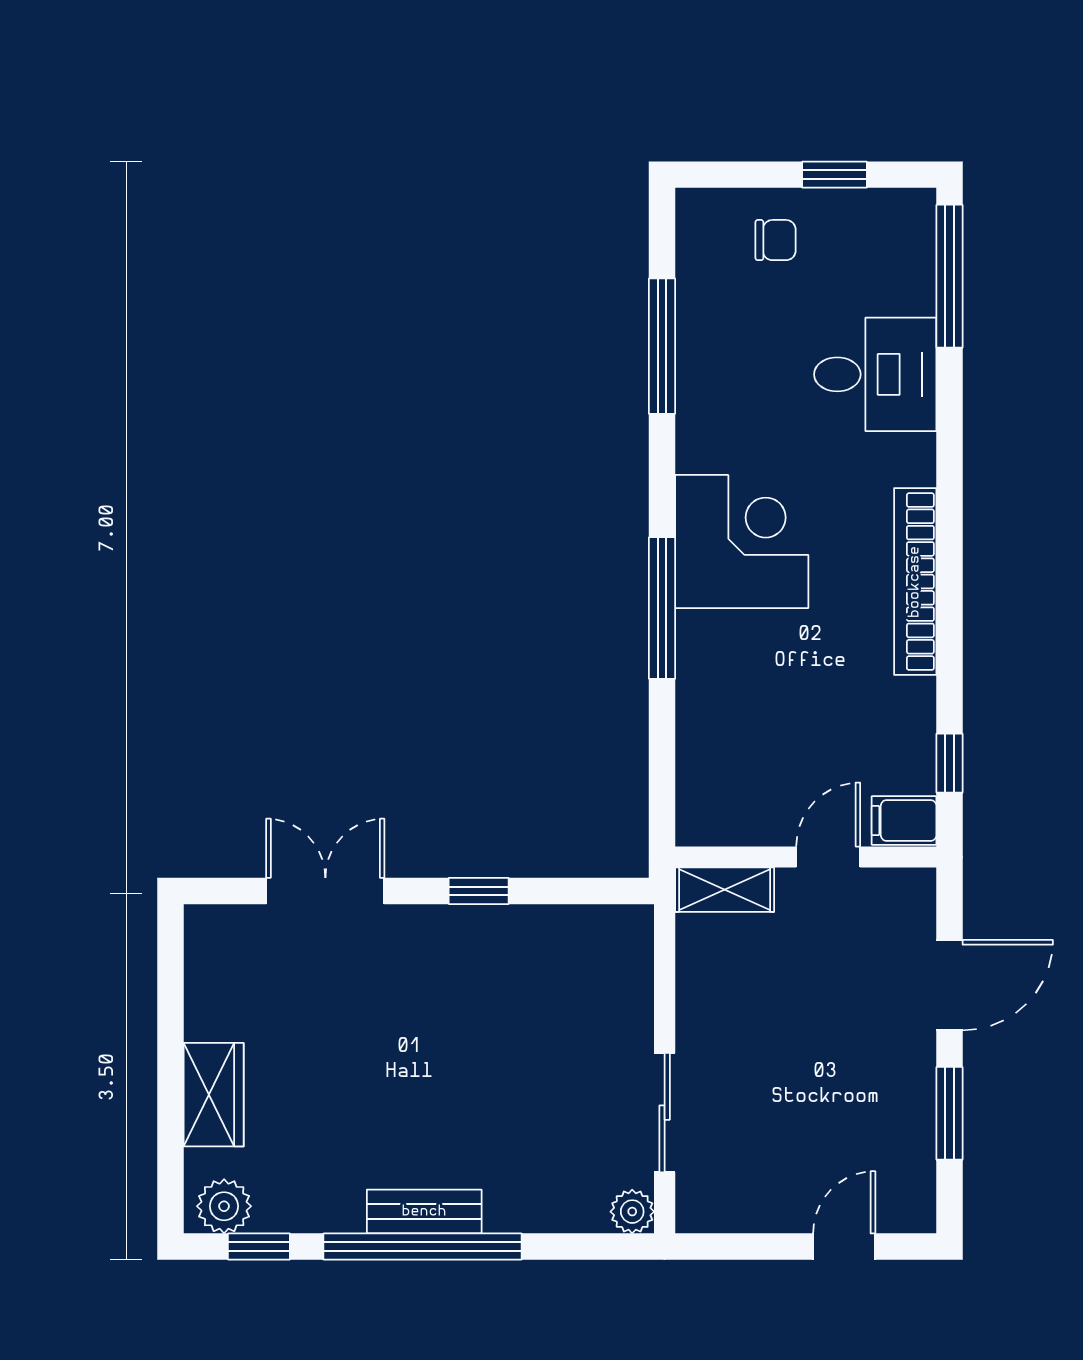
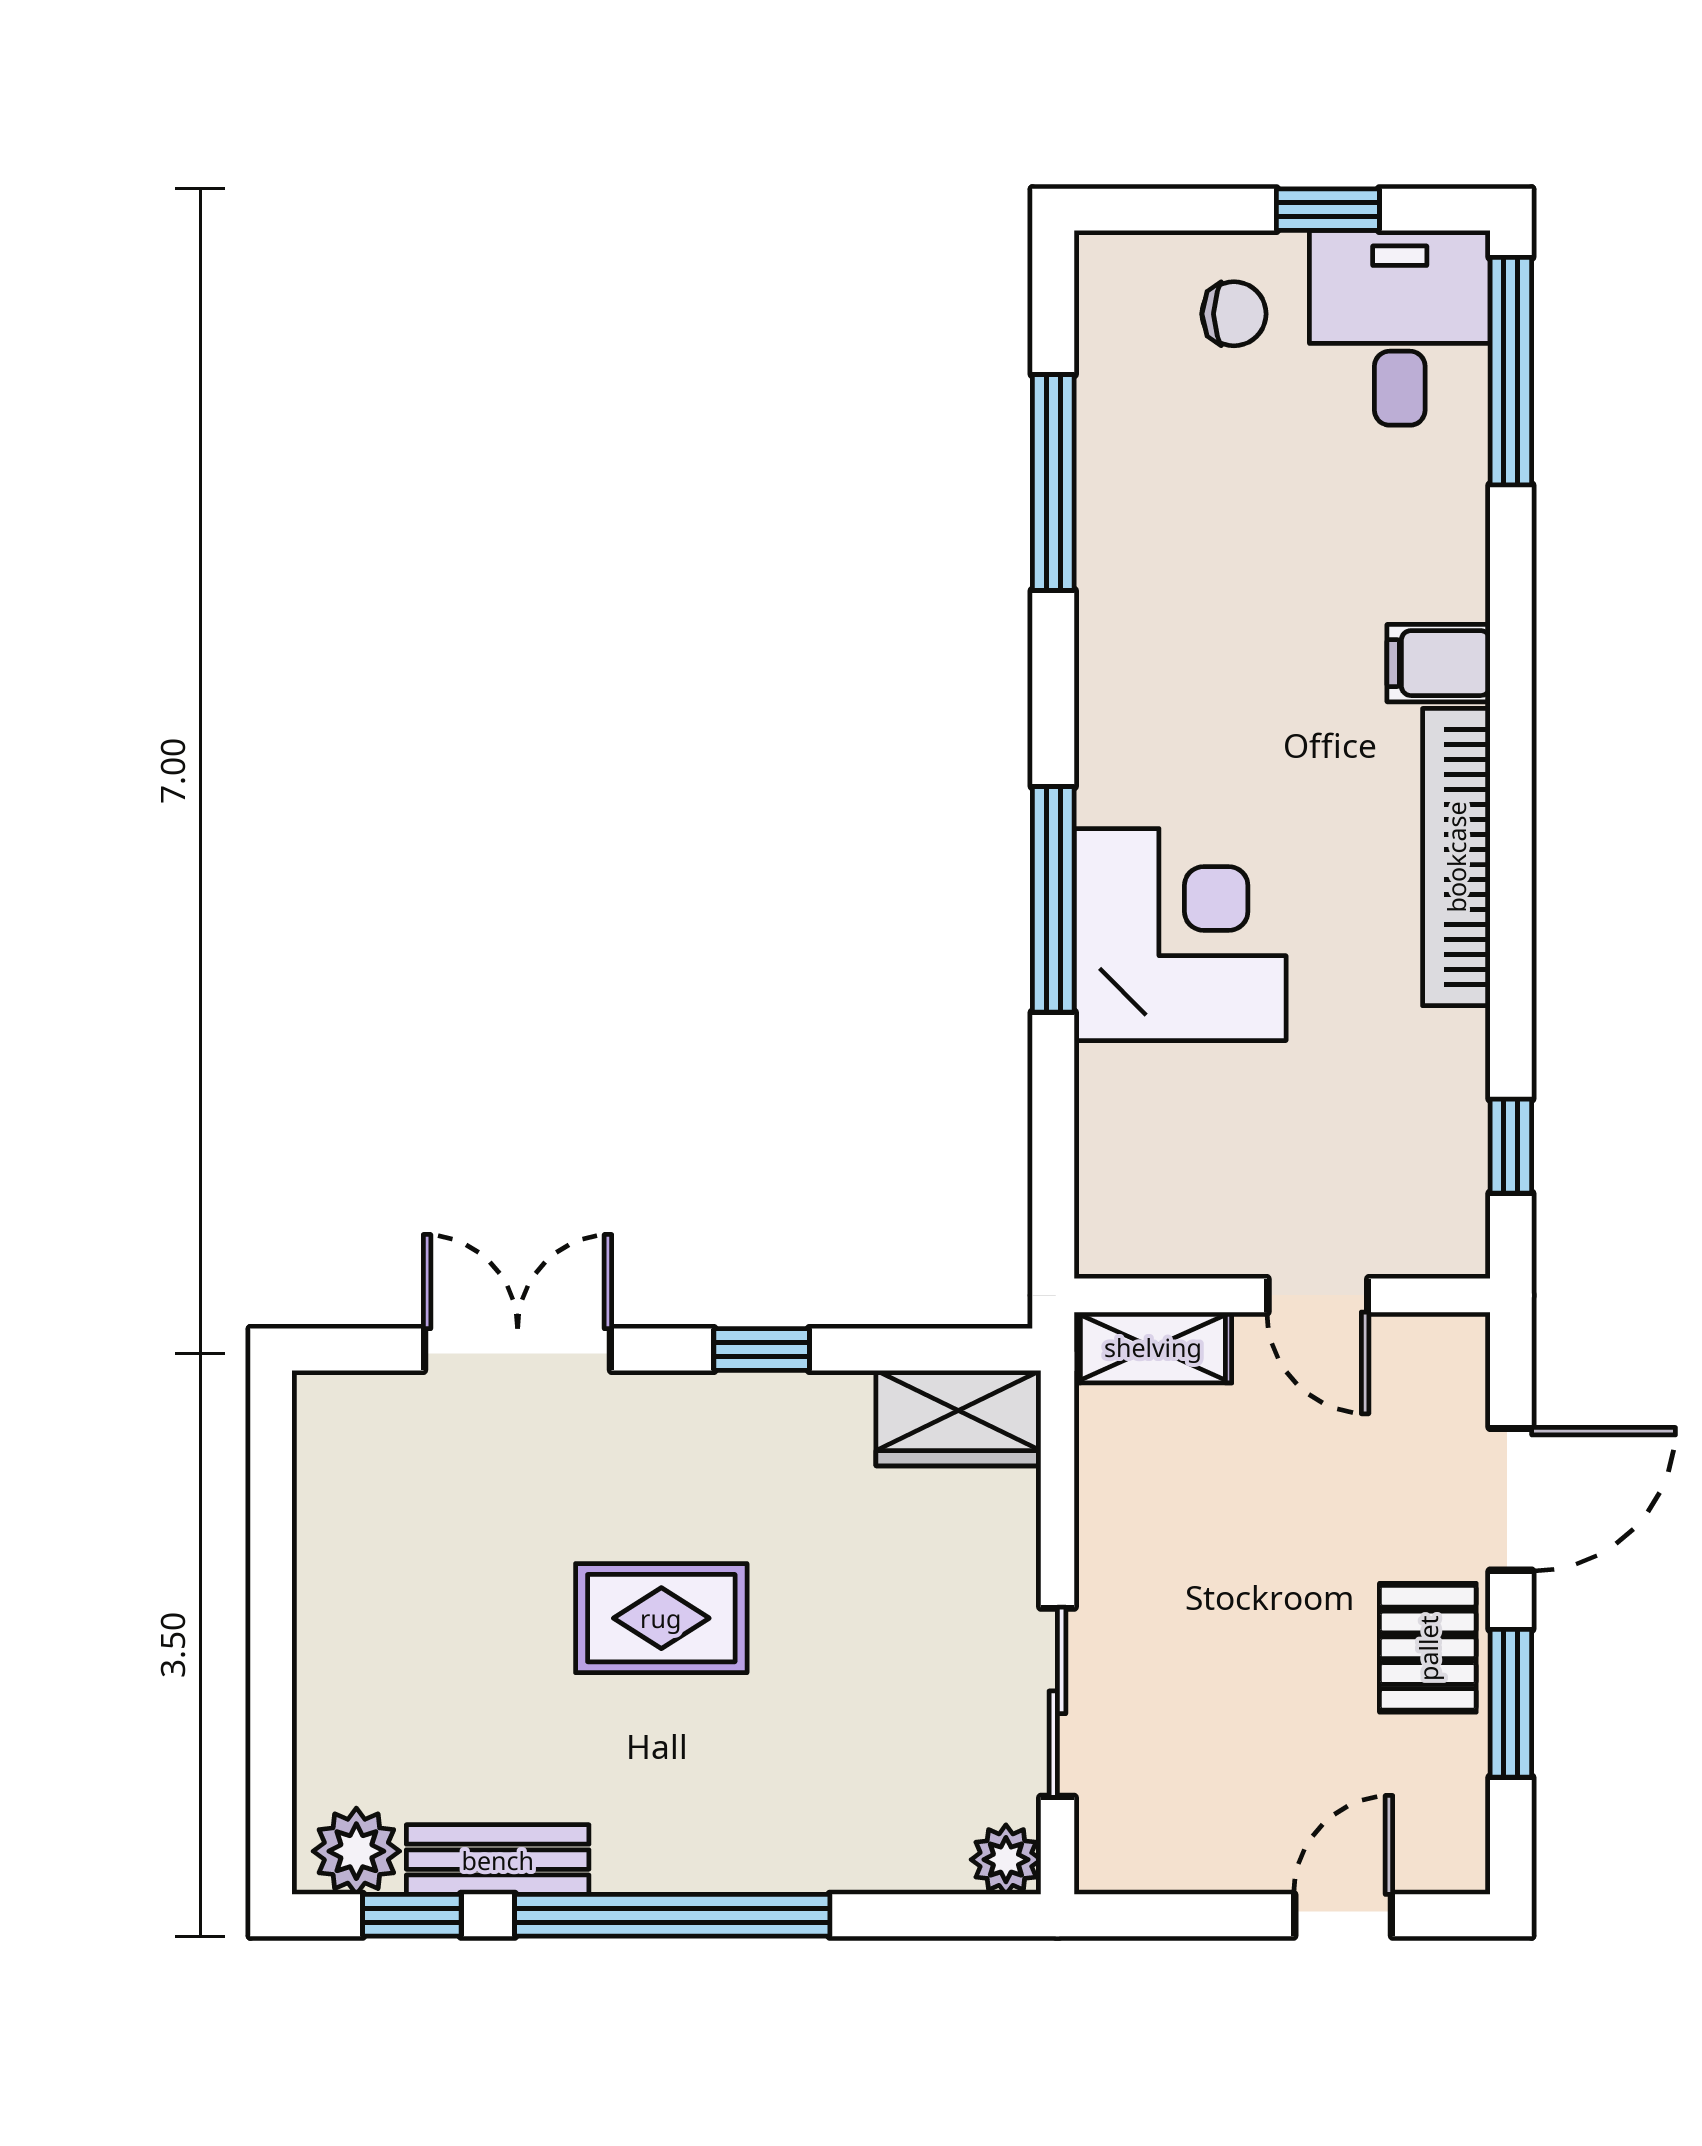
desk: (875, 374) -> (1400, 328), moved, turned -90
corner desk: (742, 542) -> (1180, 935), moved
filing cabinet: (904, 821) -> (1439, 663), moved
door: (828, 857) -> (1318, 1295), swing flipped
rug: (416, 1060) -> (661, 1618), added
pallet: (897, 1078) -> (1428, 1648), added
wardrobe: (214, 1095) -> (958, 1418), moved, turned 90
bench: (424, 1212) -> (498, 1860), moved

